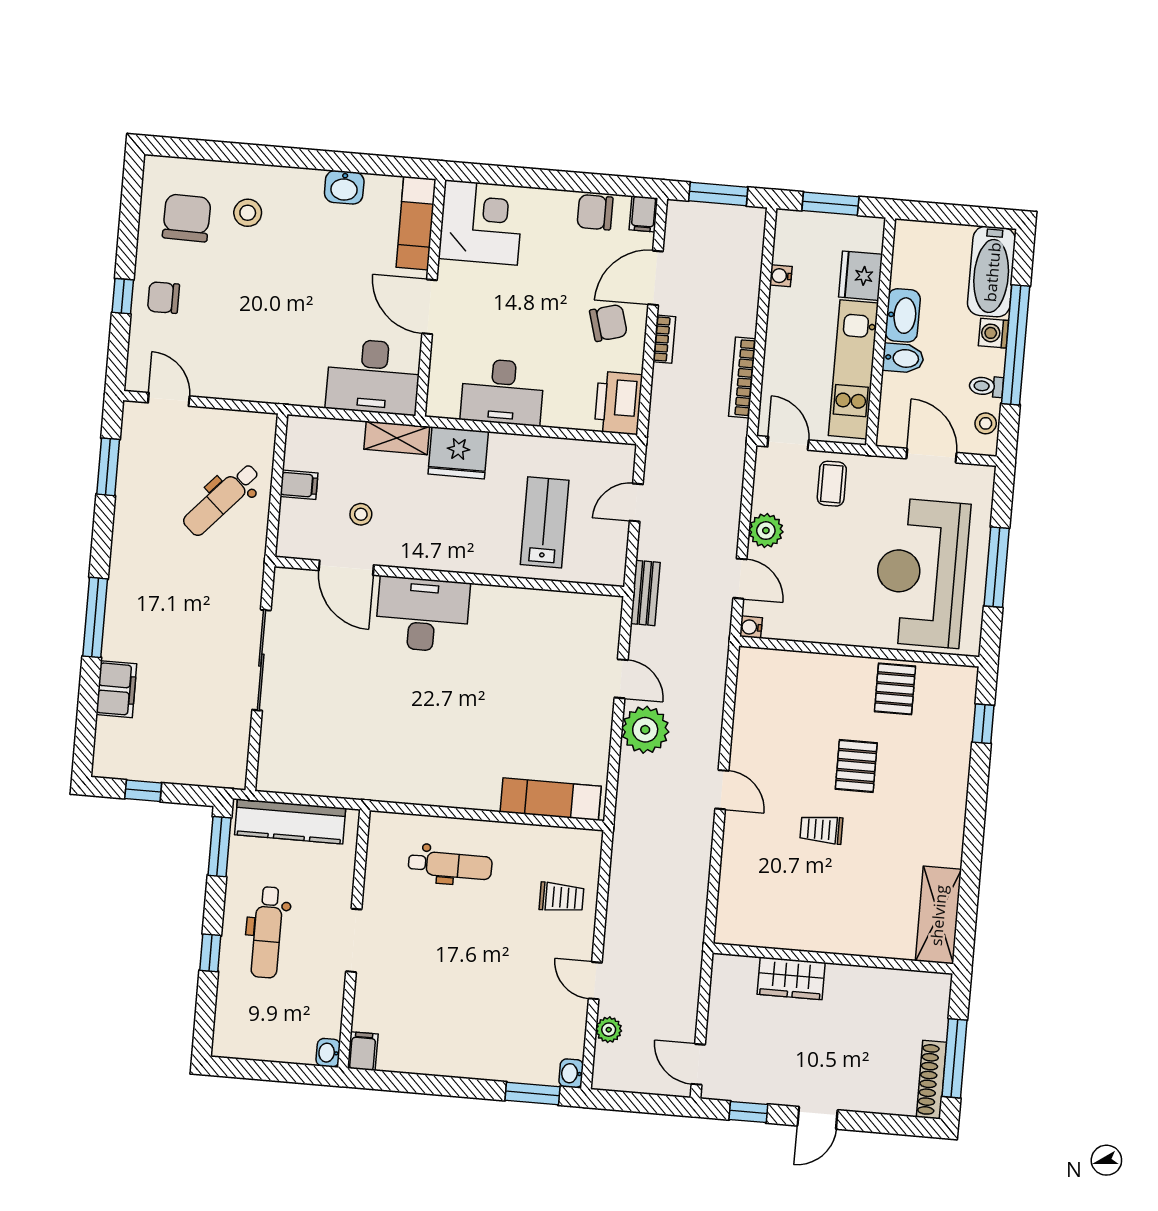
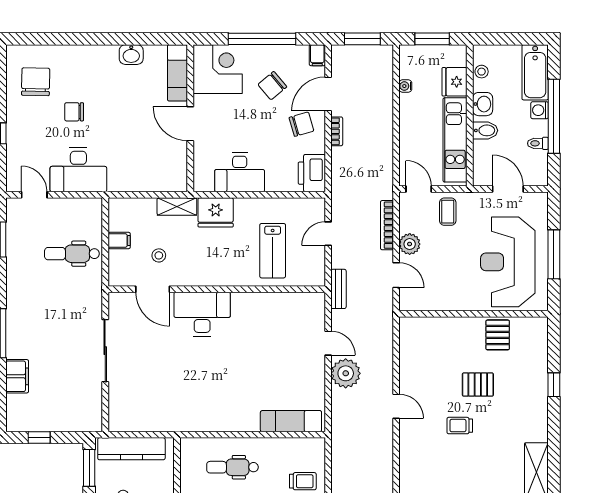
window: (557, 180) -> (262, 39), added
chair: (595, 212) -> (272, 86), moved, turned -40
stool: (248, 213) -> (73, 75), removed
chair: (164, 298) -> (74, 112), moved
washbasin: (903, 315) -> (483, 104), width x0.72
desk: (373, 377) -> (78, 170), moved
bookcase: (742, 378) -> (387, 225), moved
stool: (986, 423) -> (482, 72), moved
dental chair: (221, 499) -> (72, 254), turned 48
lab bench: (545, 522) -> (273, 251), turned 180
water cooler: (751, 627) -> (405, 304), removed
window: (983, 724) -> (554, 385), moved
pallet: (856, 766) -> (478, 385), turned 90
dental chair: (450, 865) -> (232, 467), turned 180

